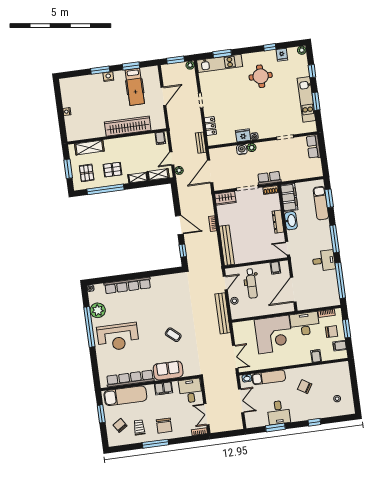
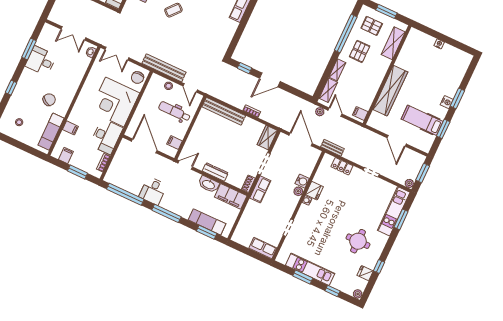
chair: (332, 332) -> (137, 78), moved
exam couch: (269, 377) -> (51, 132), moved

